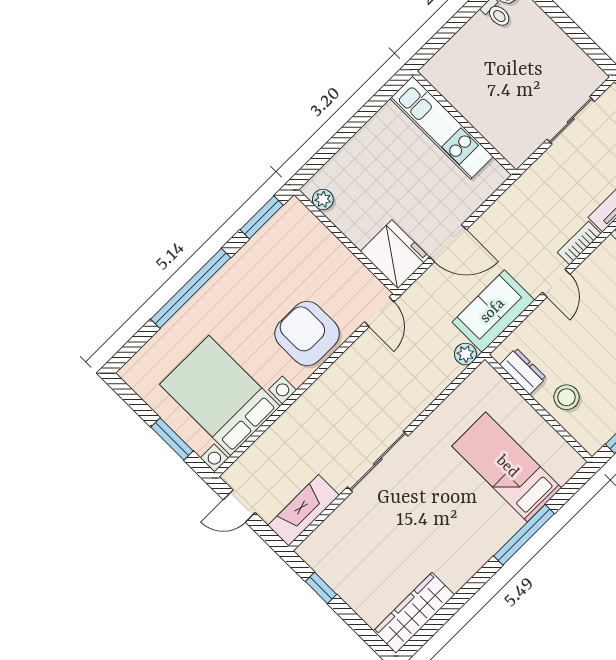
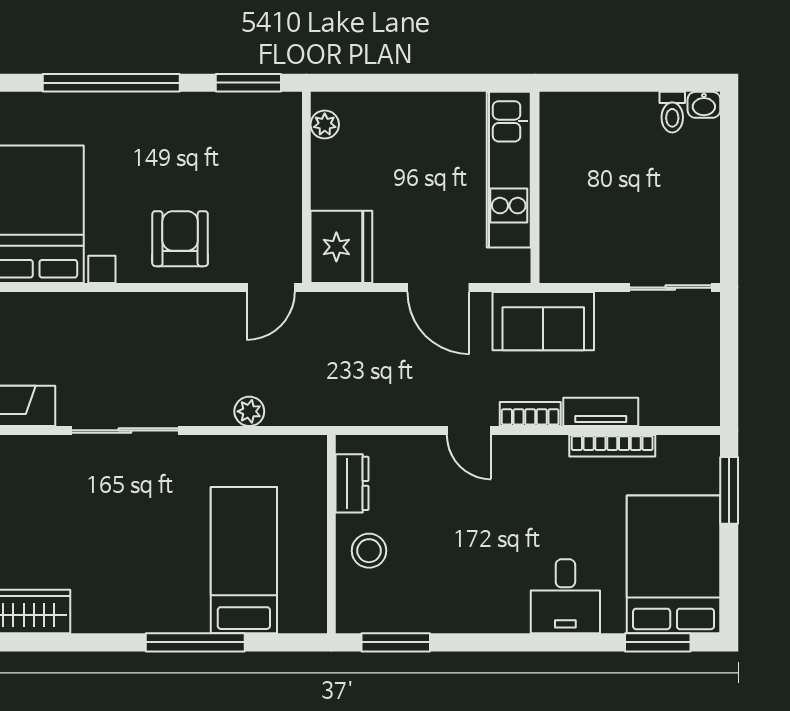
sliding door: (571, 120) -> (670, 288), moved
door: (448, 243) -> (438, 288), moved
door: (556, 283) -> (469, 430), hinge flipped
sofa: (493, 311) -> (543, 321), moved, turned 180
armchair: (307, 334) -> (180, 239), width x0.73, depth x0.73
plant: (465, 354) -> (249, 411), moved

